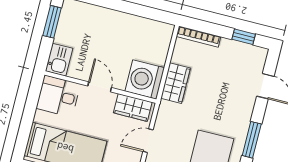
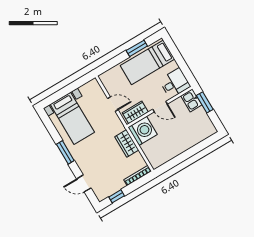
window: (52, 22) -> (205, 102), moved
door: (148, 141) -> (113, 104), hinge flipped

